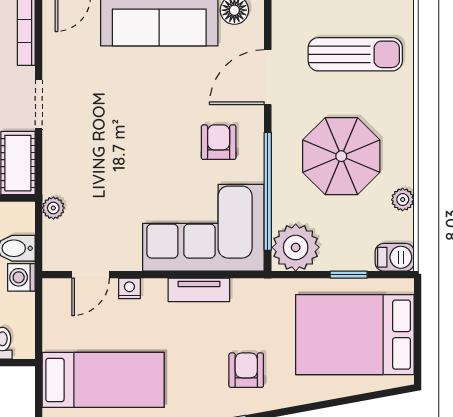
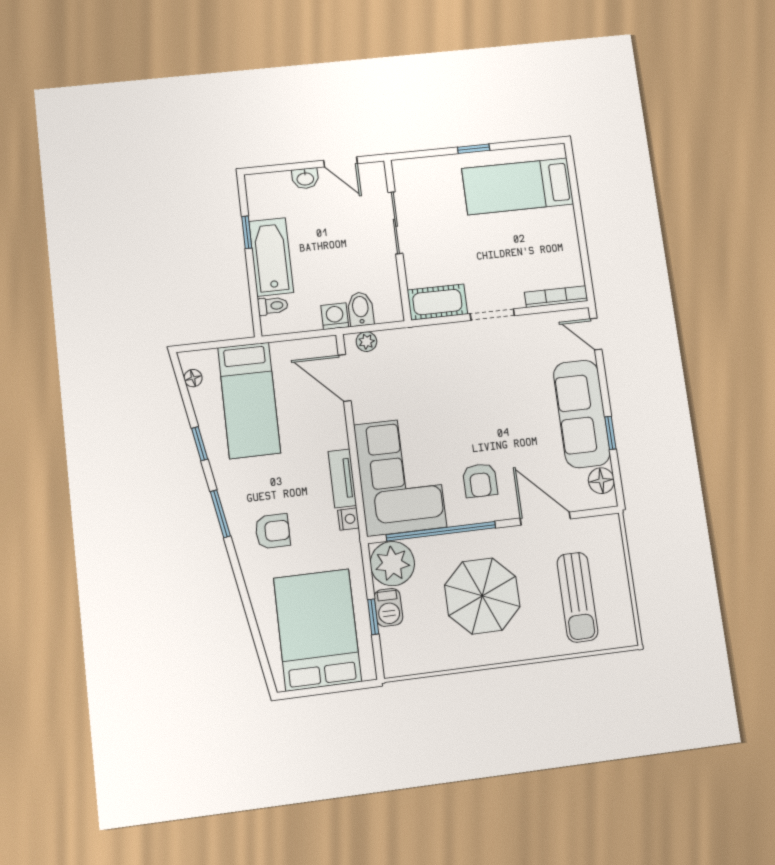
armchair: (219, 142) -> (480, 480), turned 90
plant: (403, 200) -> (450, 659), removed
plant: (53, 208) -> (366, 342), moved
barbecue: (395, 257) -> (388, 607), moved
door: (91, 275) -> (345, 378), width x1.38
nightstand: (129, 288) -> (348, 519), moved

